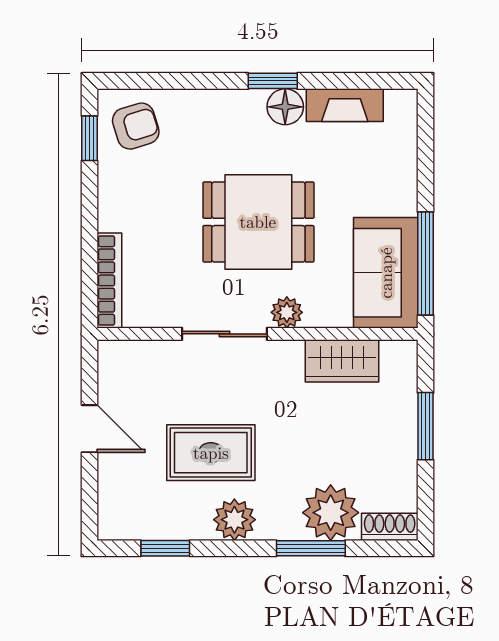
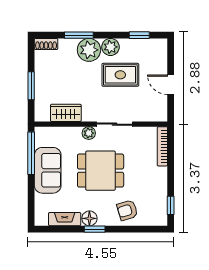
armchair: (136, 126) -> (127, 210), moved
sofa: (386, 273) -> (48, 170), moved
plant: (331, 513) -> (89, 50), moved

